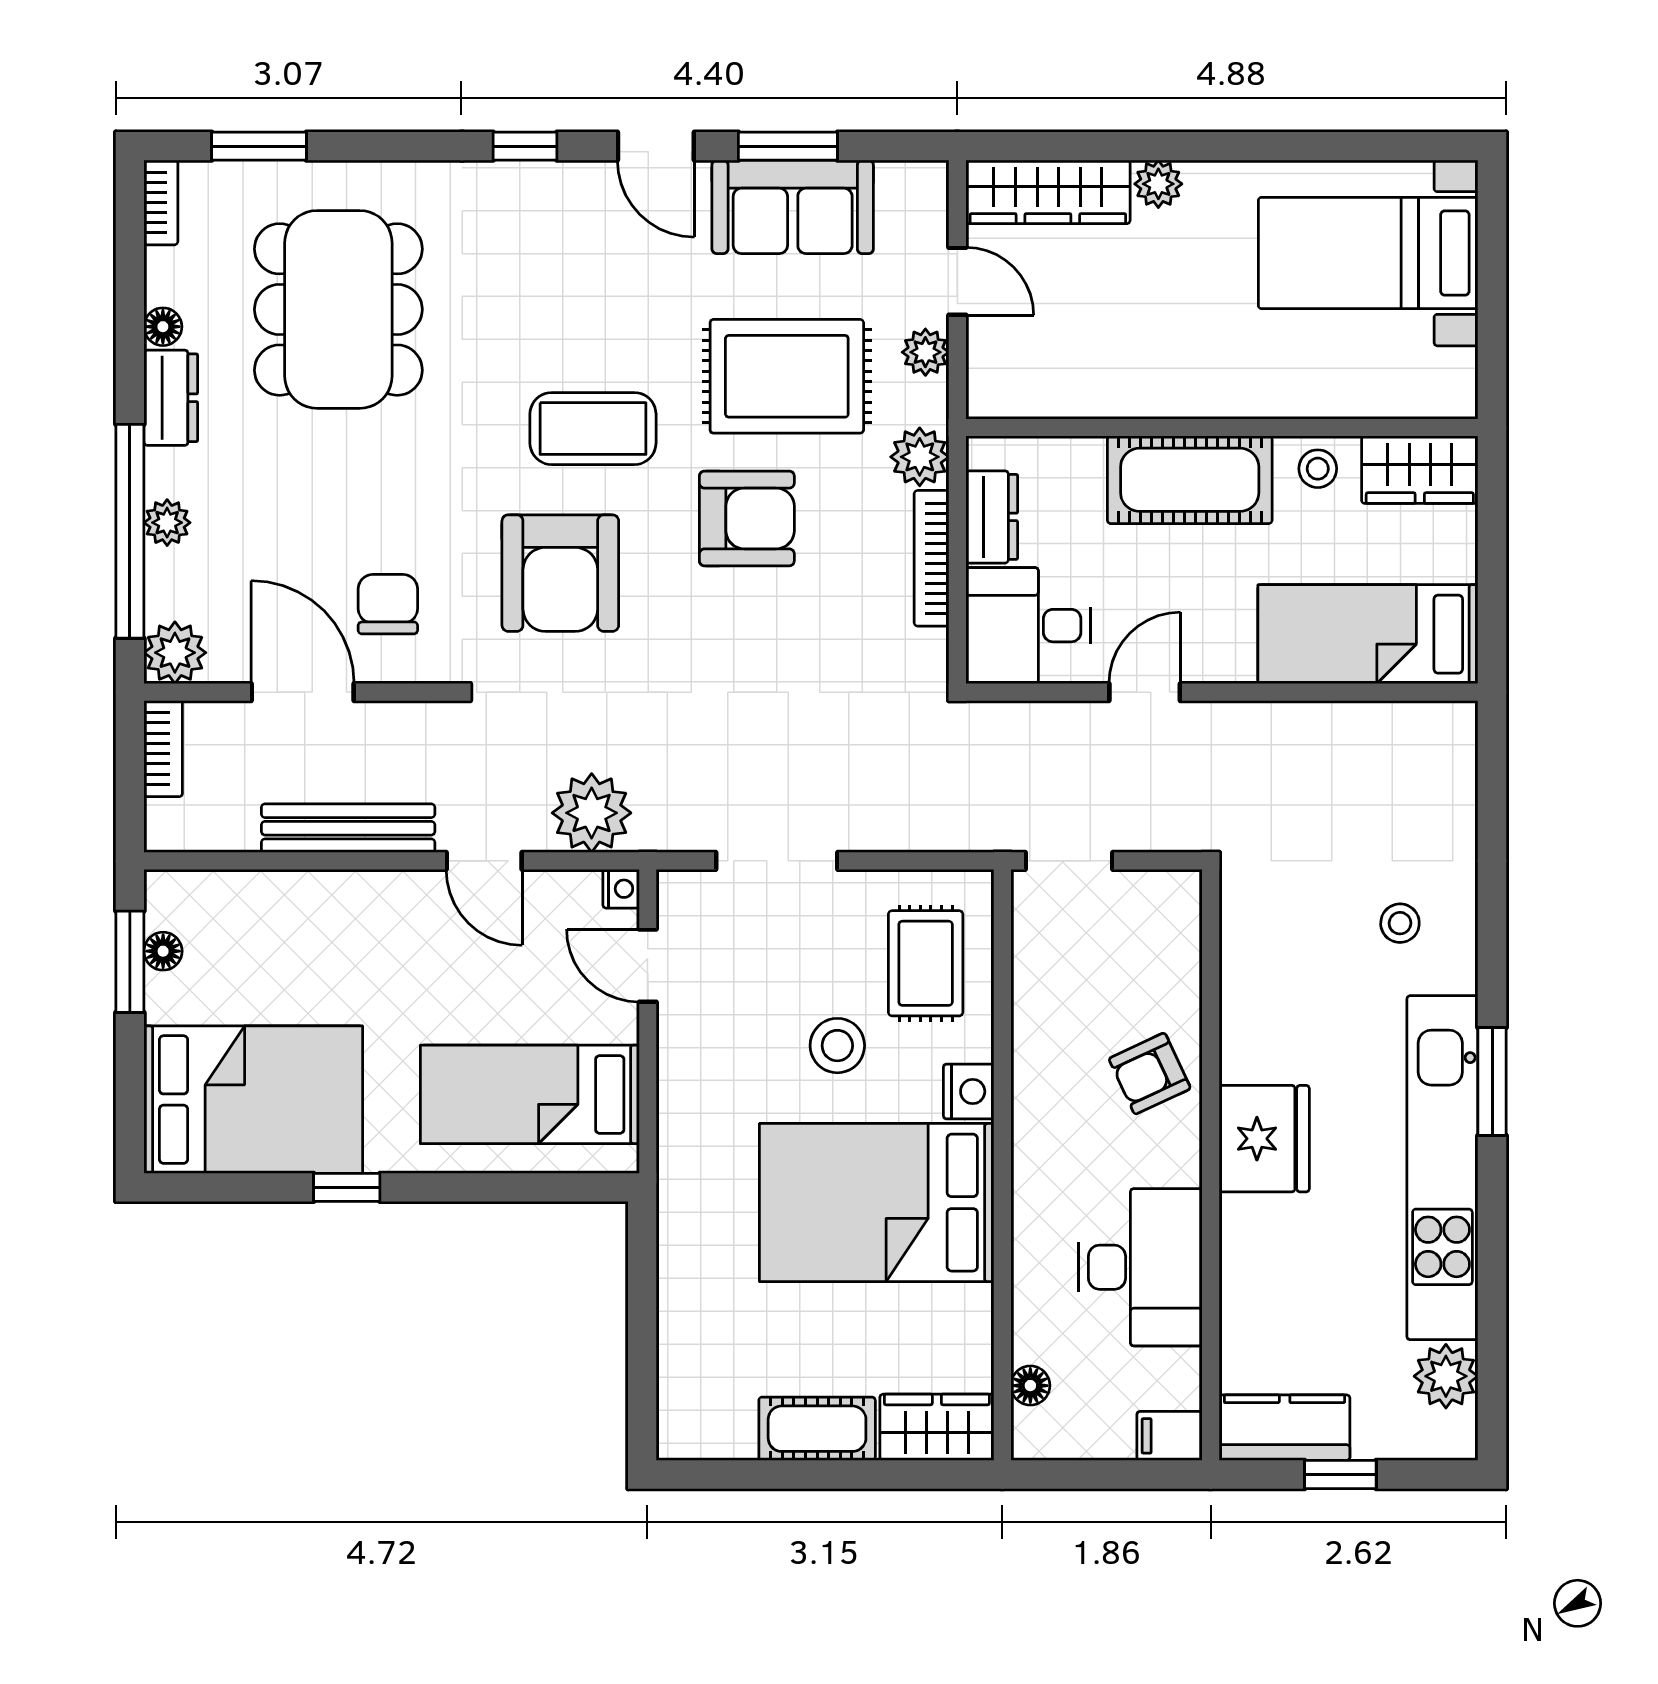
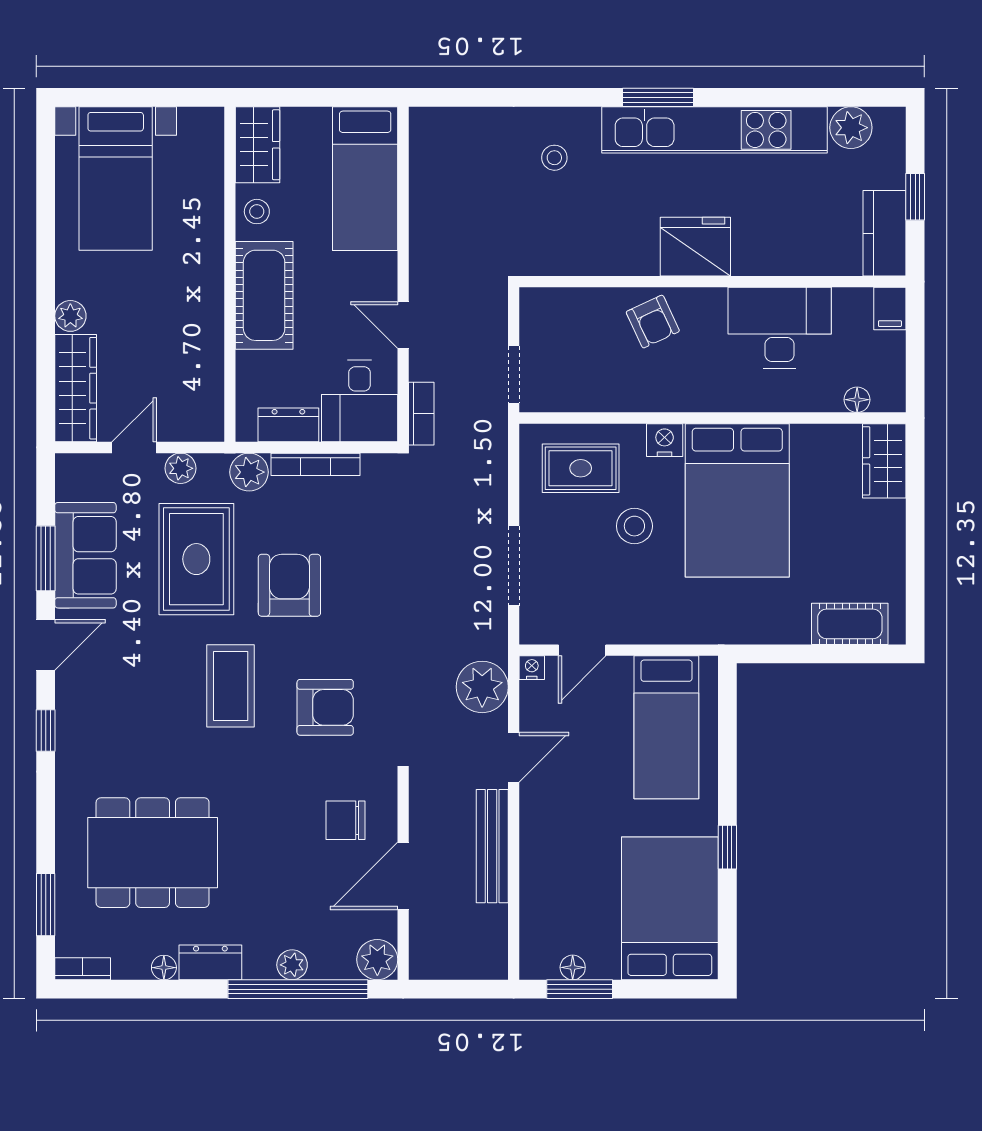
armchair: (560, 573) -> (325, 707), width x0.73, depth x0.73
bookcase: (163, 749) -> (421, 414), moved, turned 90
cot: (817, 1429) -> (850, 624), moved, turned 90

